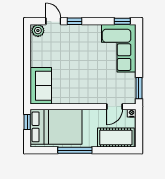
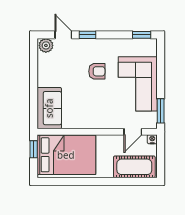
corner sofa: (119, 48) -> (138, 84), moved
armchair: (83, 53) -> (97, 71), added
window: (75, 150) -> (88, 181), removed

